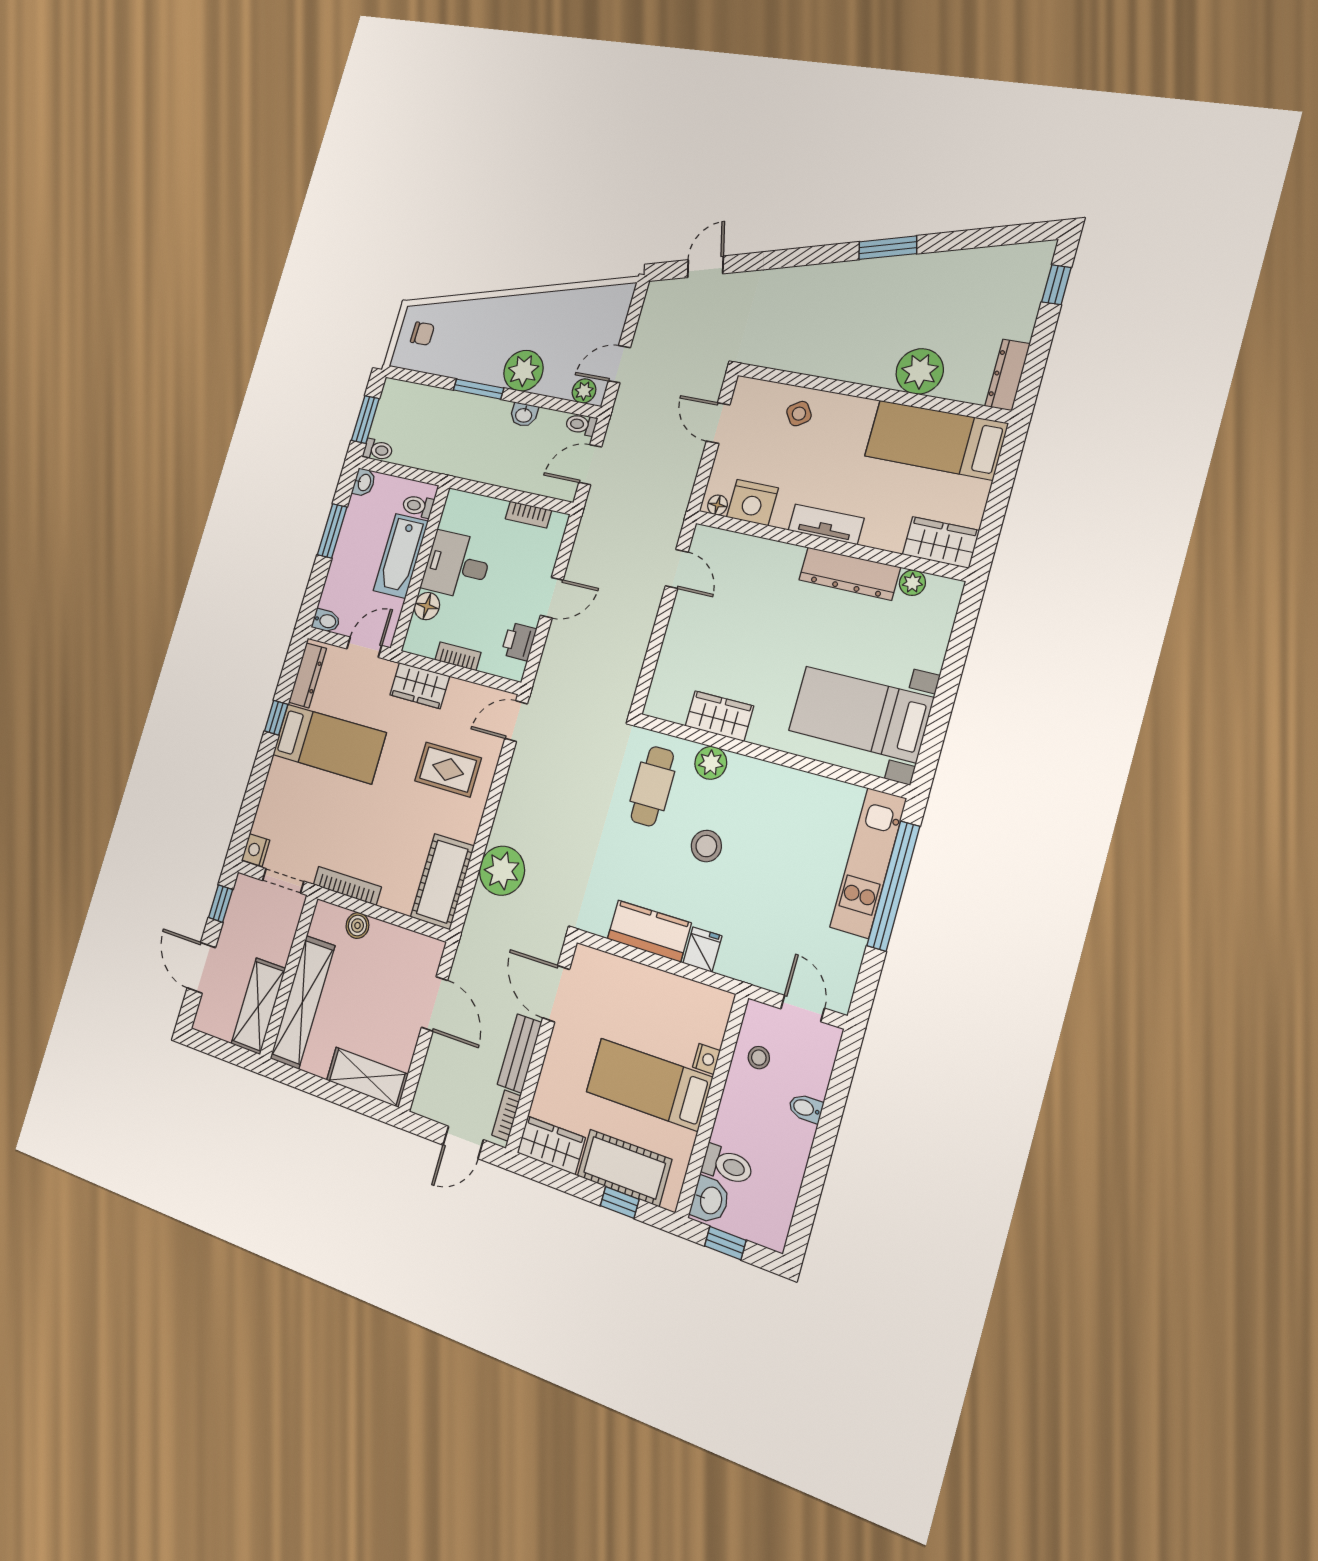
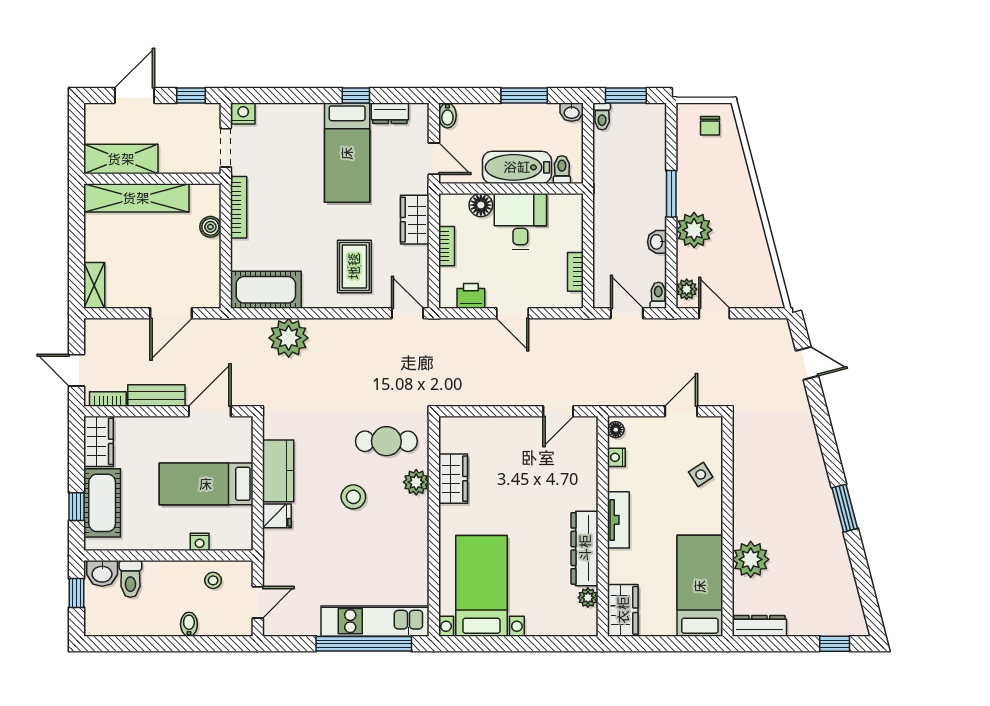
nightstand: (752, 503) -> (616, 457), width x0.53, depth x0.56
dresser: (307, 675) -> (390, 113), width x0.70
shelving: (367, 1077) -> (94, 285), width x0.67, depth x0.75
bed: (649, 1084) -> (206, 484), moved, turned -90

